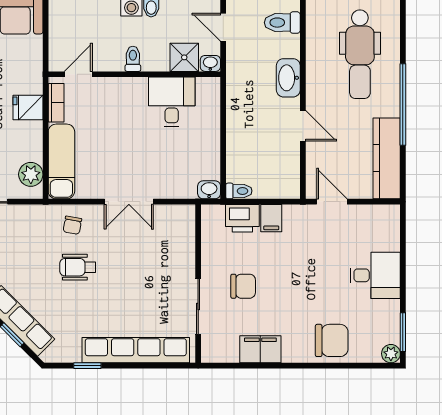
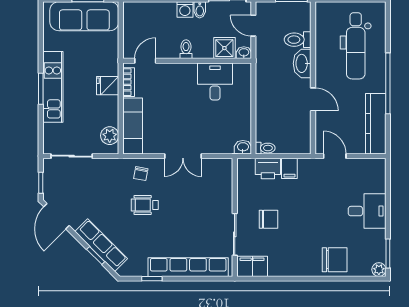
toilet: (282, 23) -> (298, 40), moved
filing cabinet: (260, 349) -> (252, 266), moved

